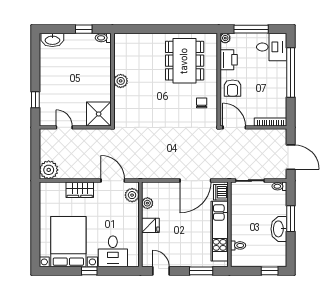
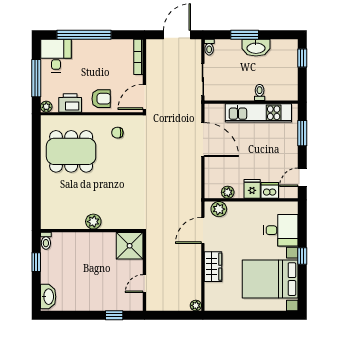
plant: (49, 170) -> (196, 305), width x0.53, depth x0.53
dishwasher: (221, 192) -> (270, 190), moved, turned 180
toilet: (238, 245) -> (260, 92), moved

